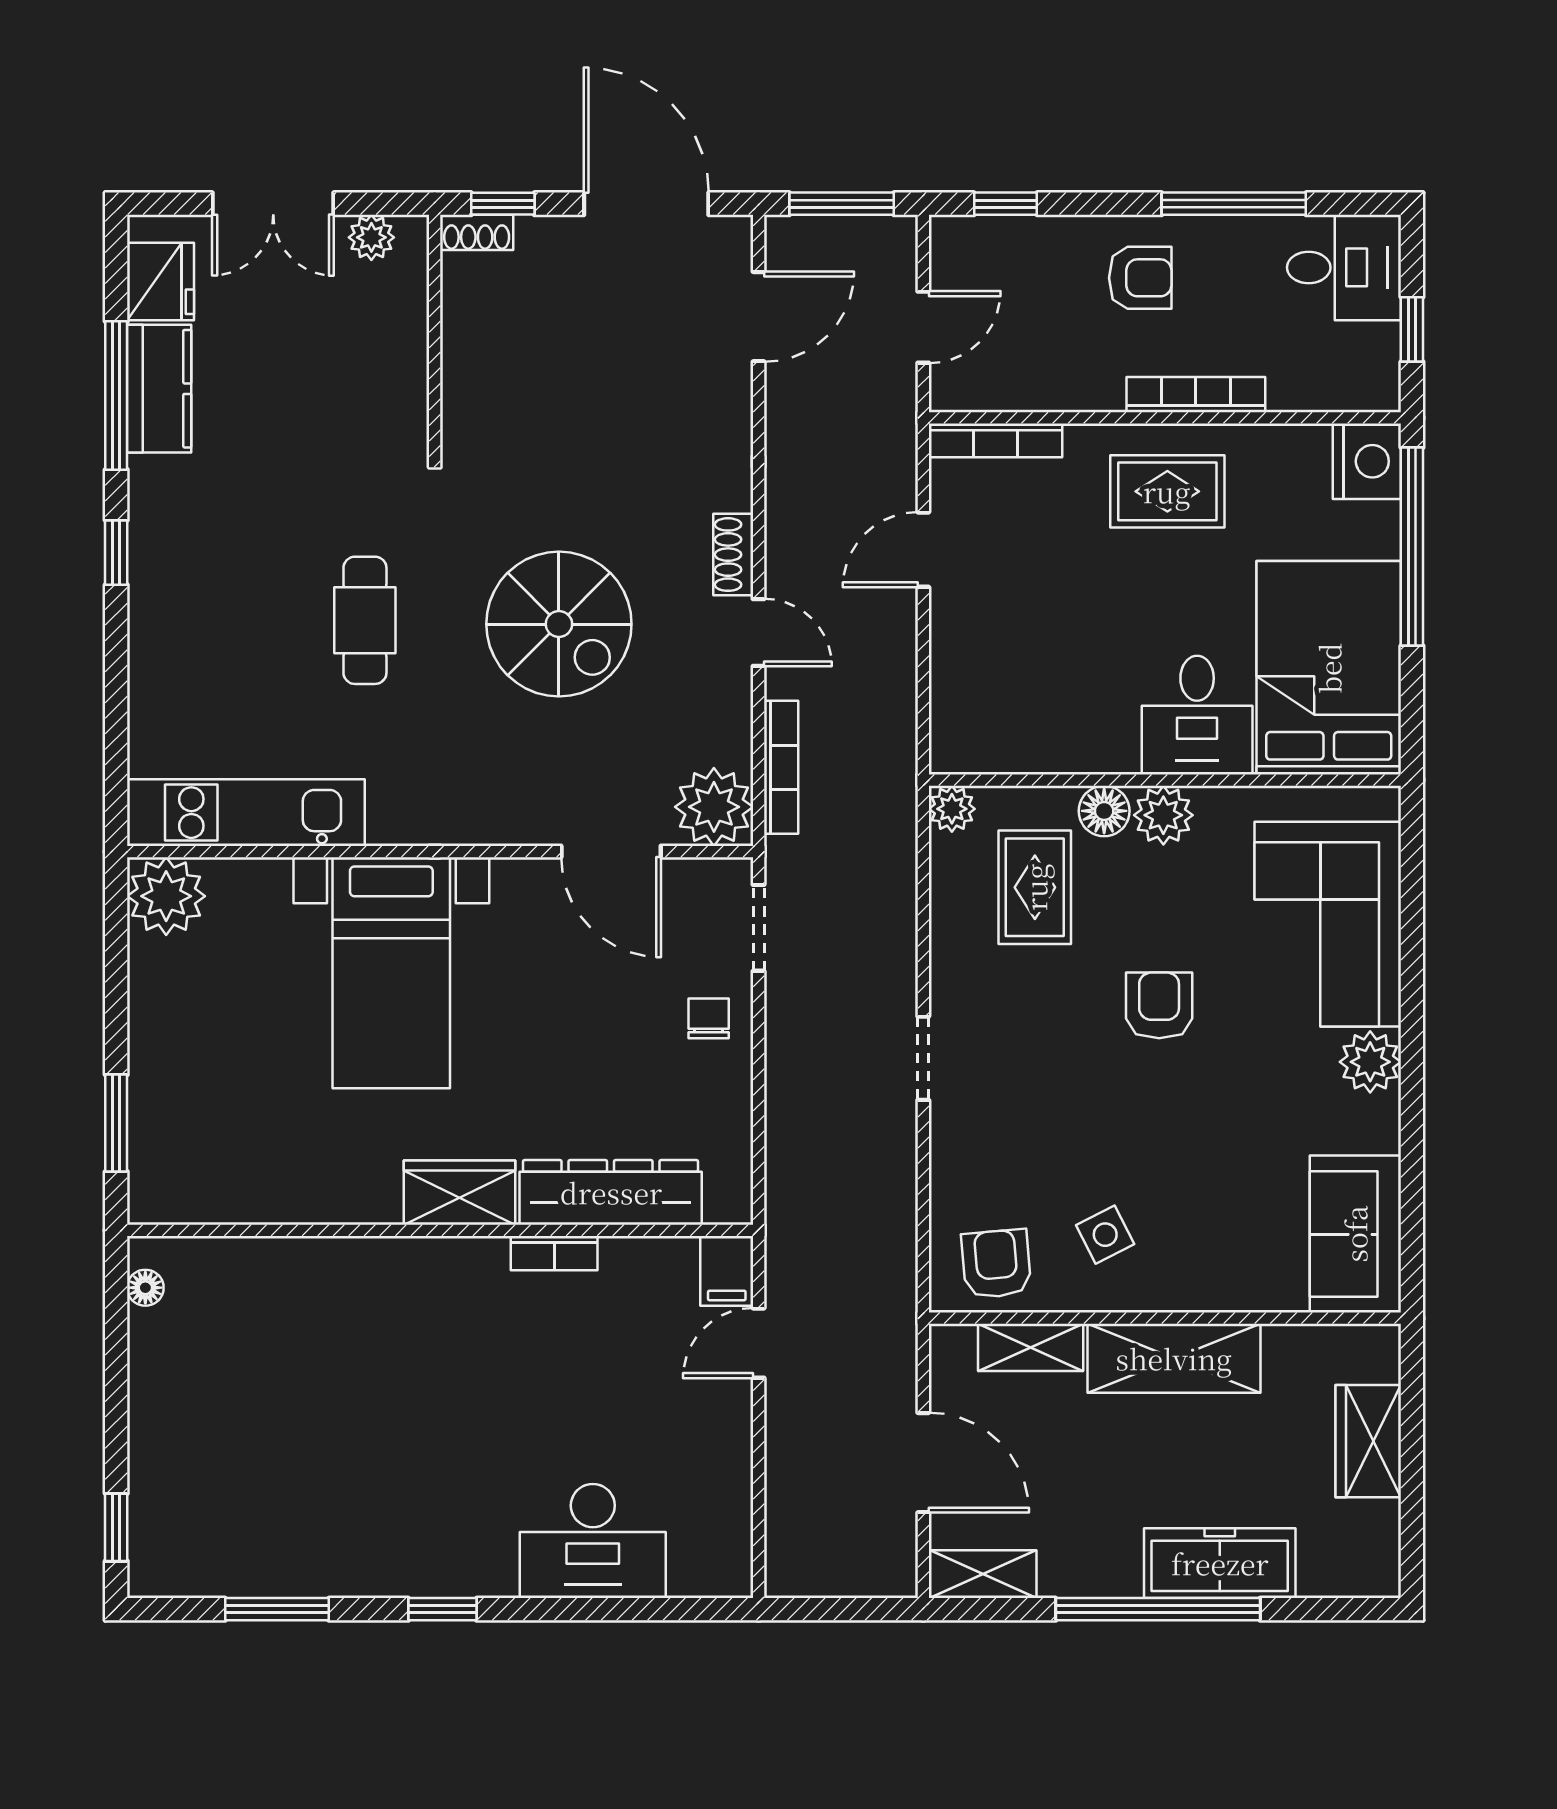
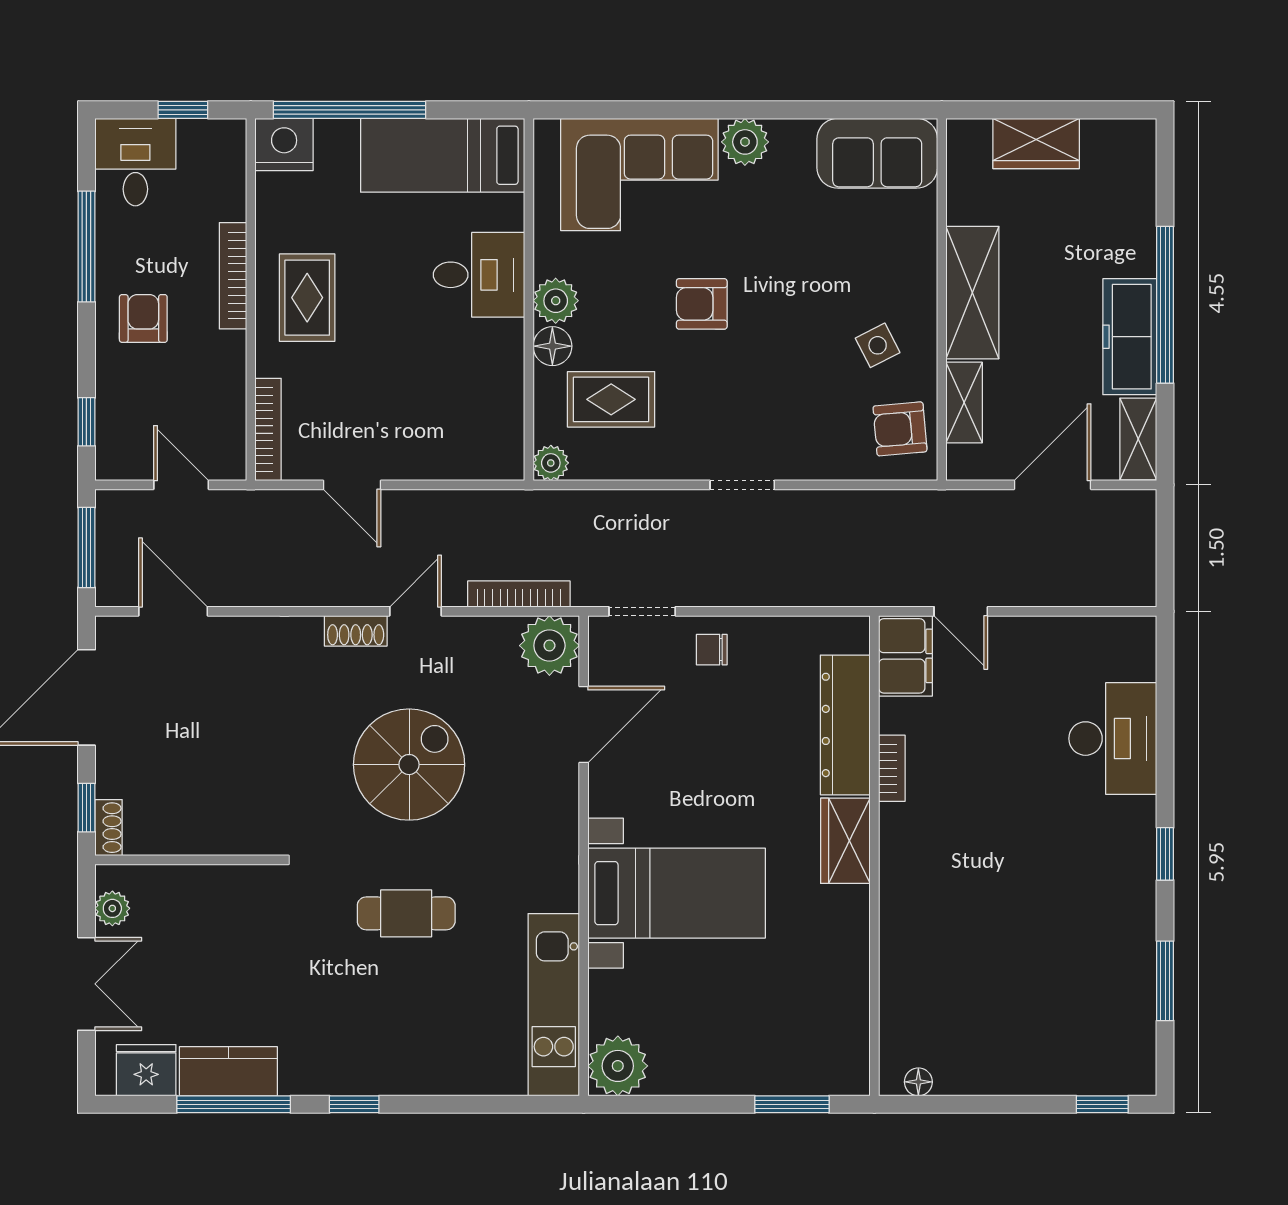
bed: (1329, 668) -> (443, 155), width x0.67
filing cabinet: (727, 1271) -> (905, 656), width x2.00
freezer: (1220, 1563) -> (1130, 337), moved

